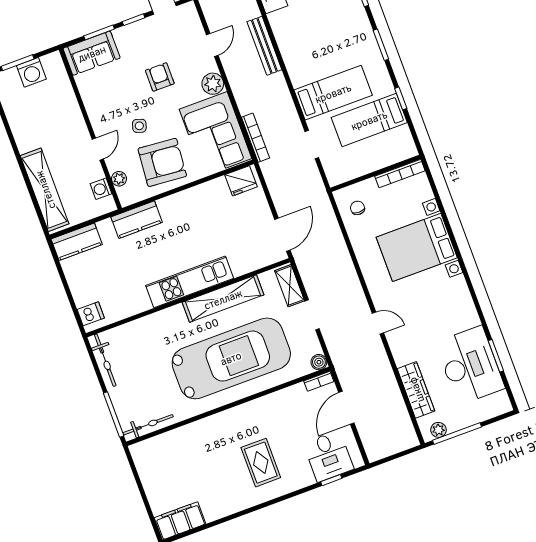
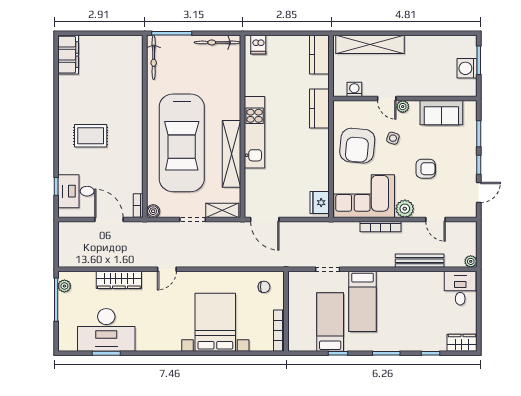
sofa: (92, 53) -> (441, 113), moved, turned -90
bookcase: (255, 138) -> (380, 227), moved
plant: (119, 179) -> (403, 107), moved
wardrobe: (416, 390) -> (119, 280), moved

